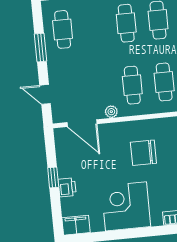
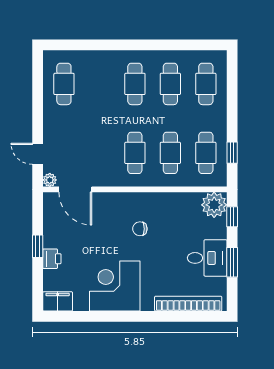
window: (40, 48) -> (38, 101), removed
plant: (111, 112) -> (50, 180), moved
chair: (143, 153) -> (140, 229), width x0.54, depth x0.54

